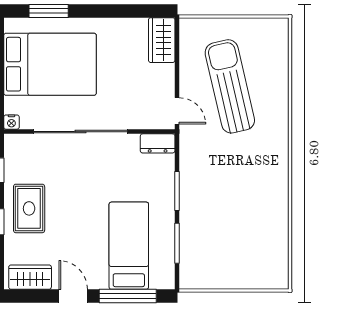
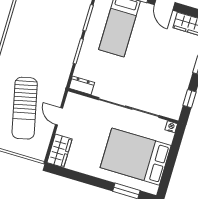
door: (177, 111) -> (59, 116), moved
rug: (29, 208) -> (176, 68), removed

